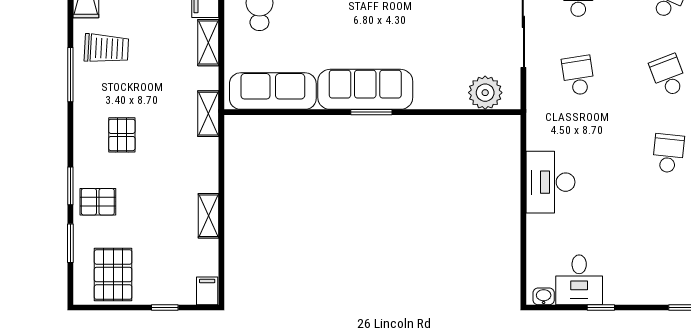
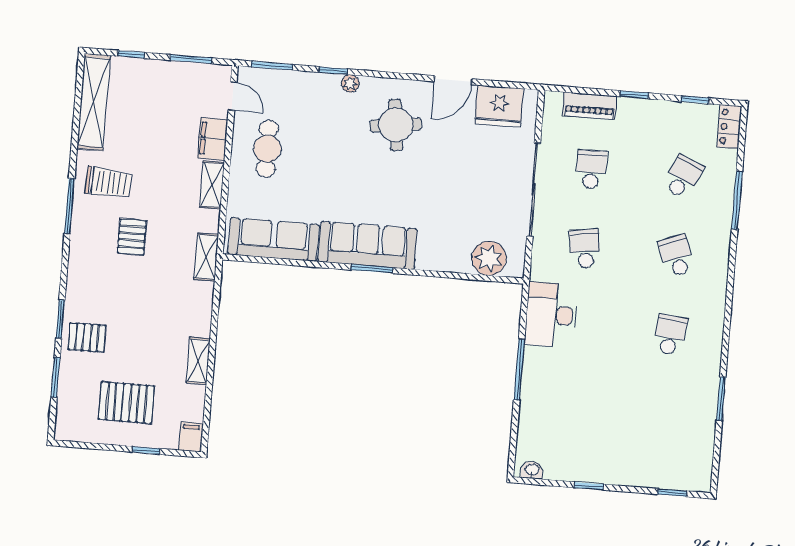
pallet: (122, 135) -> (132, 237), moved
desk: (550, 182) -> (551, 315), moved
window: (523, 199) -> (519, 370), added
pallet: (113, 275) -> (126, 403), moved, turned 90
desk: (579, 280) -> (569, 456), removed

